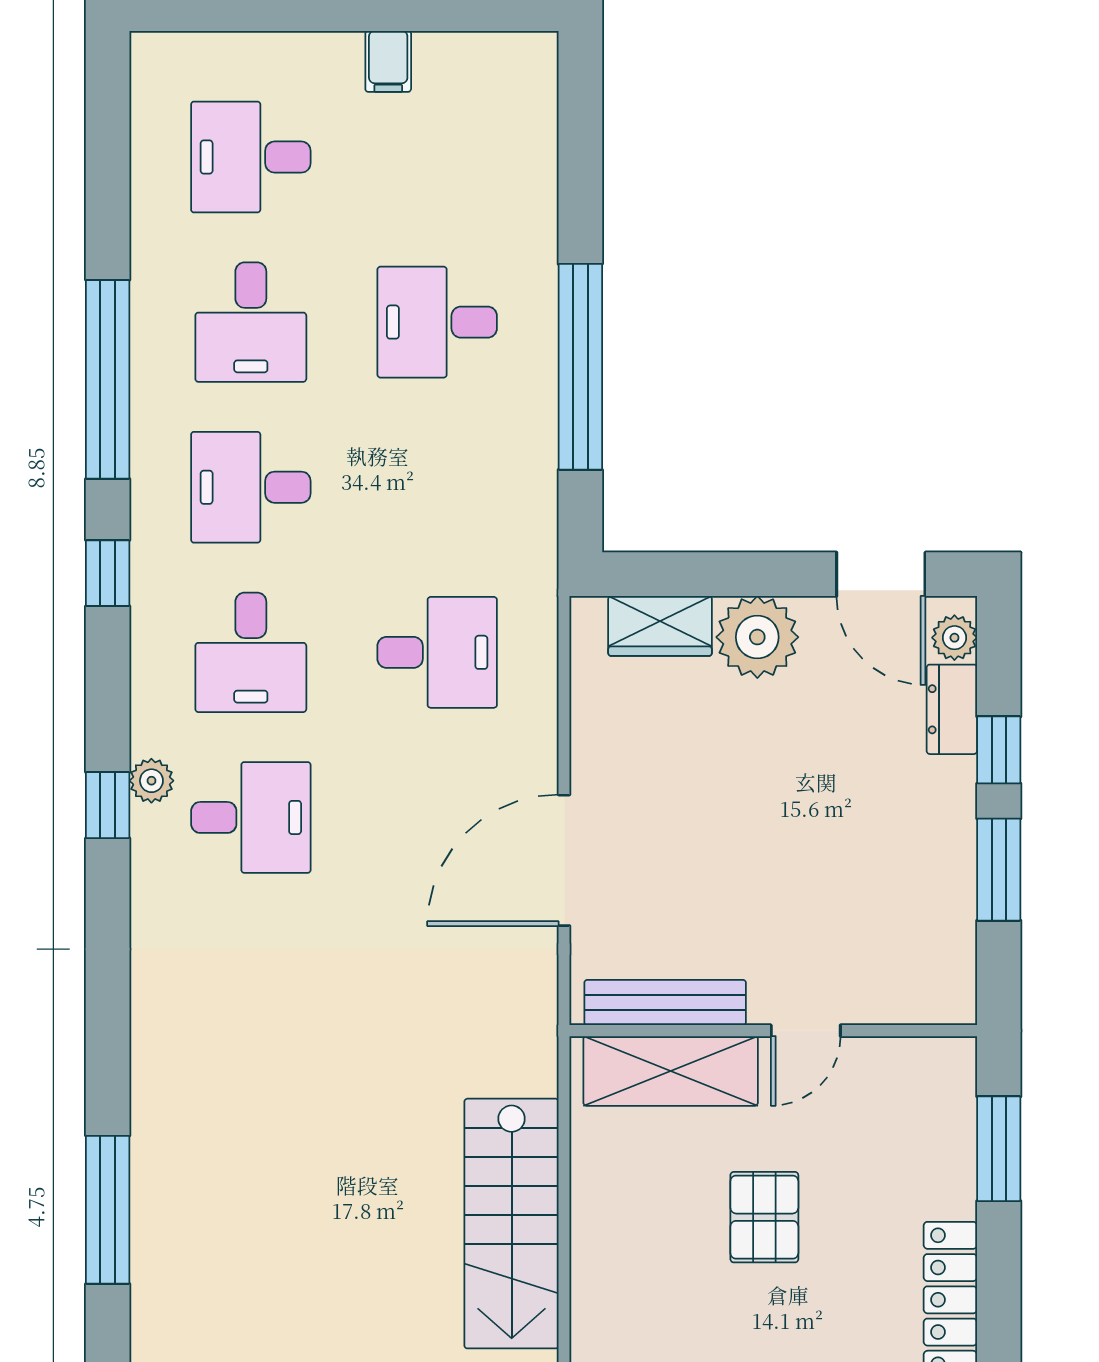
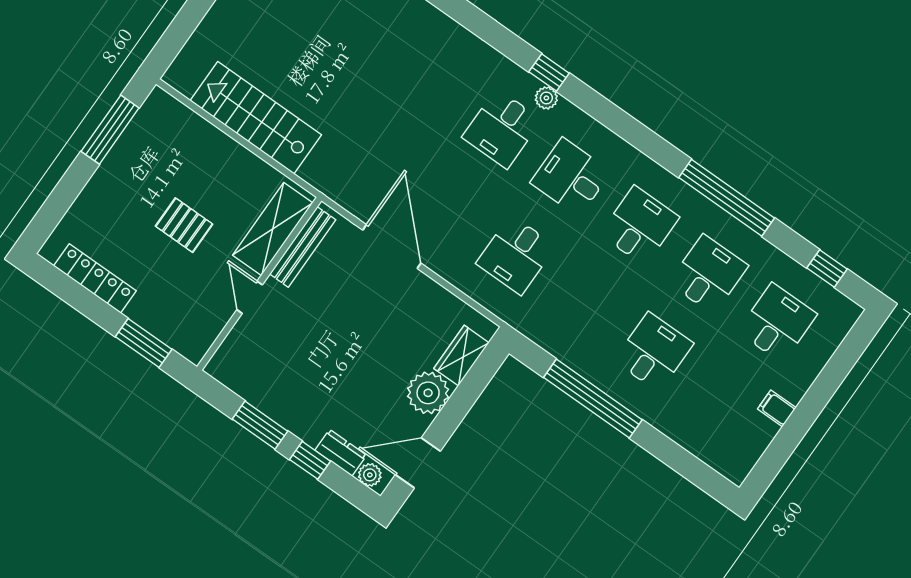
desk: (251, 322) -> (708, 274), turned 90
window: (108, 573) -> (827, 269), moved

